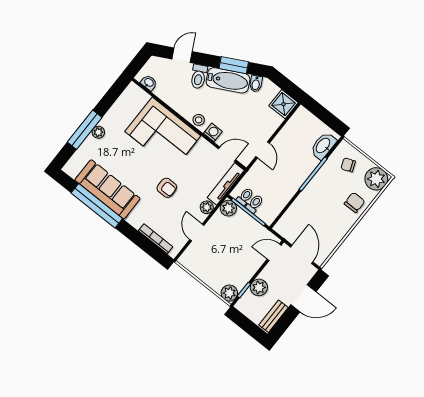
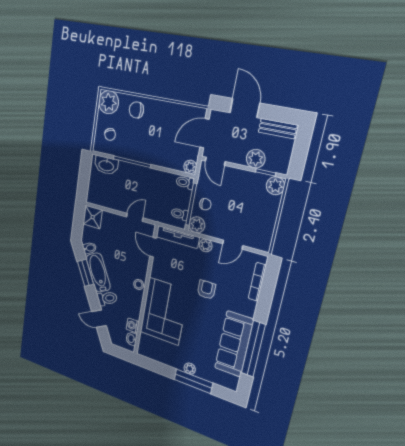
washing machine: (213, 132) -> (133, 326), moved
toilet: (255, 204) -> (185, 182), moved
chair: (242, 225) -> (205, 204), added
plant: (281, 228) -> (190, 167), added

